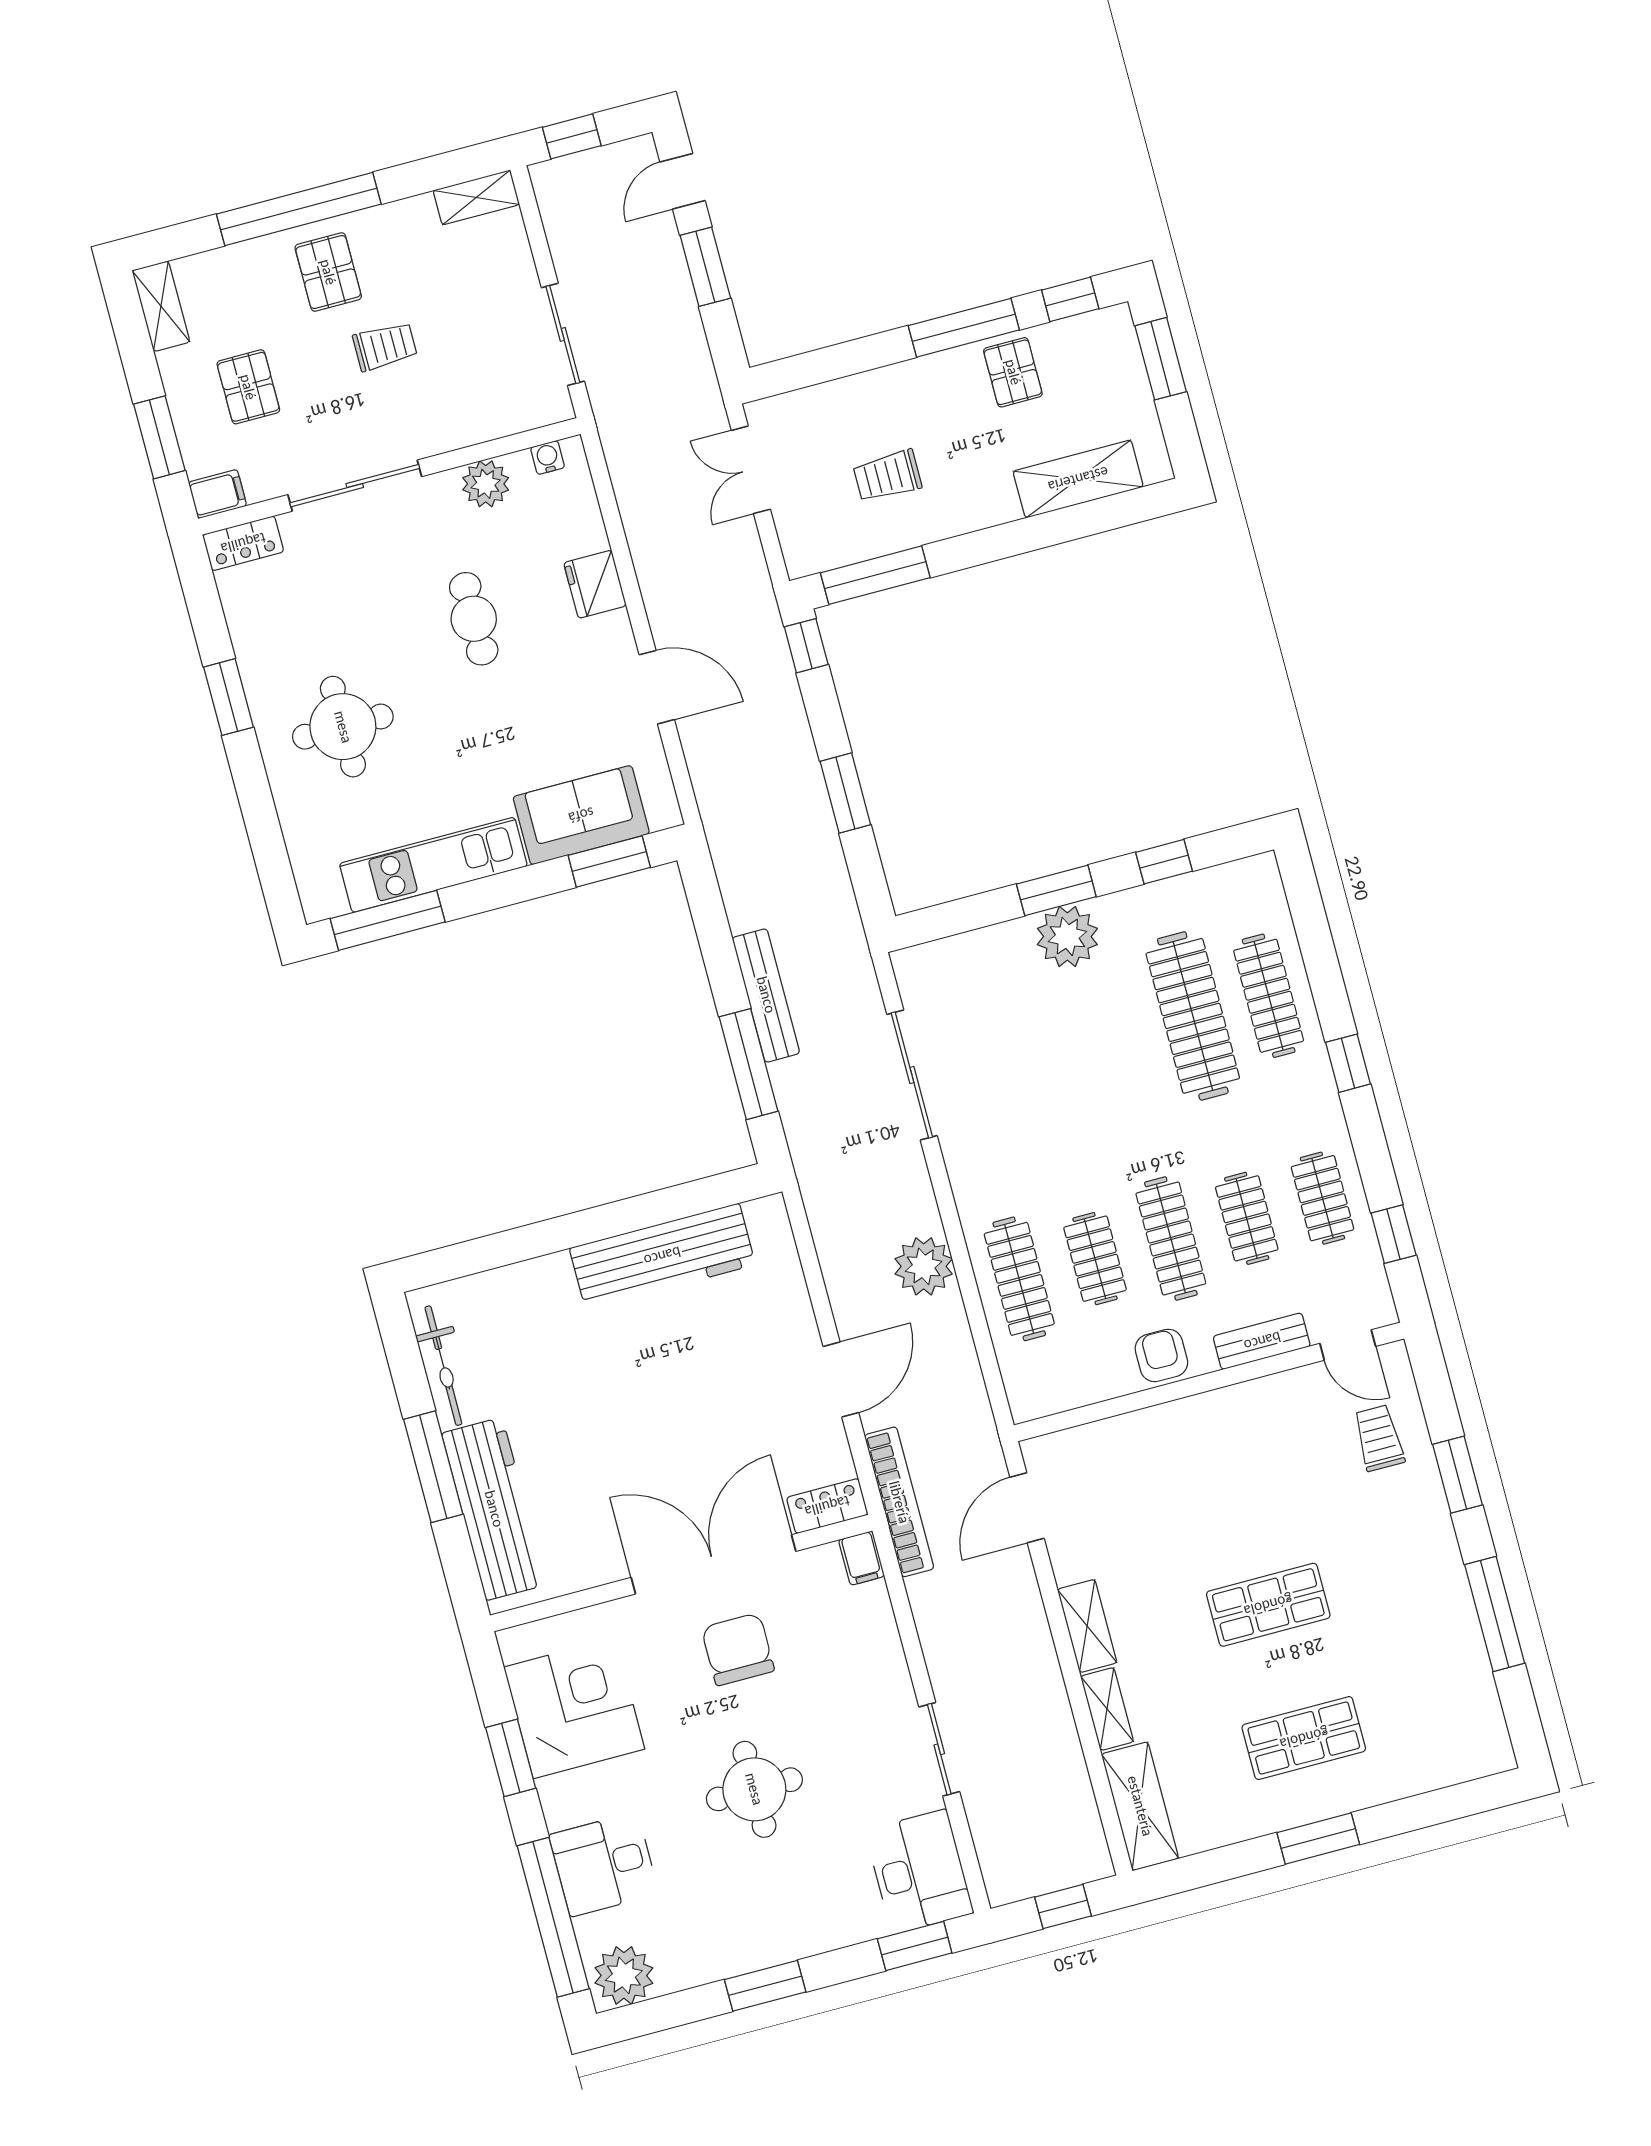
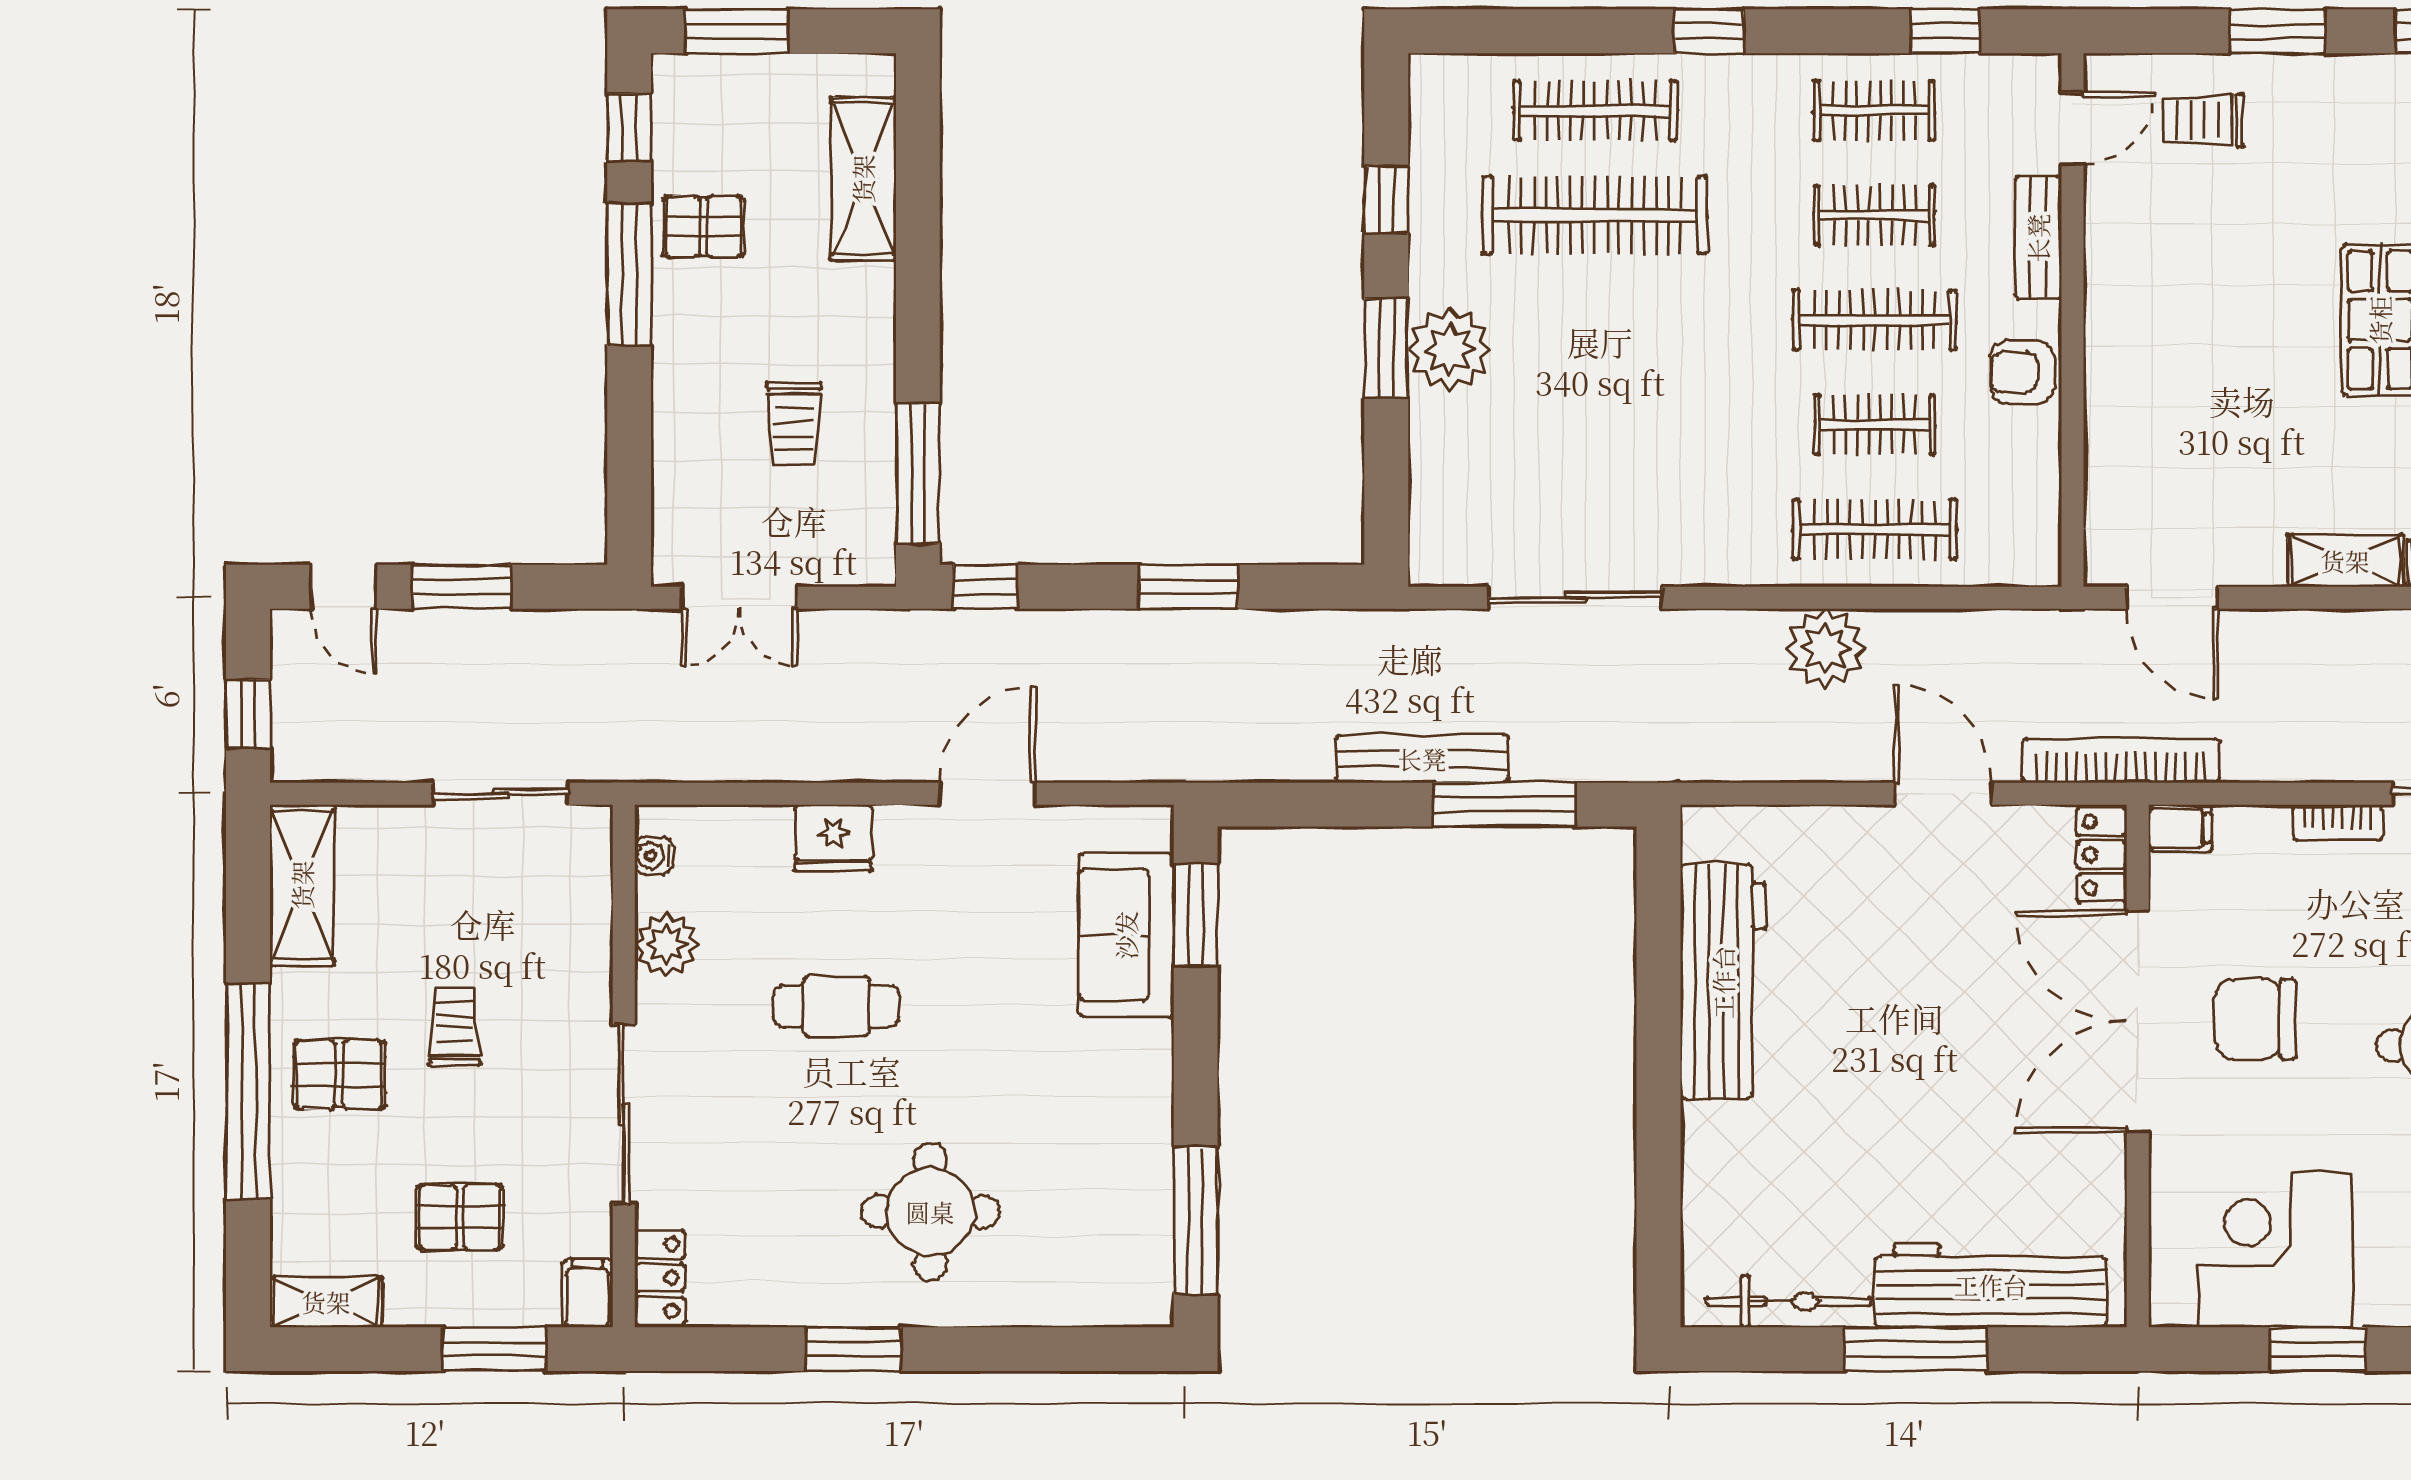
shelving: (476, 197) -> (302, 885), width x1.50, depth x1.33
kitchen unit: (433, 865) -> (1140, 1143), removed
bookcase: (896, 1671) -> (2338, 823), added

